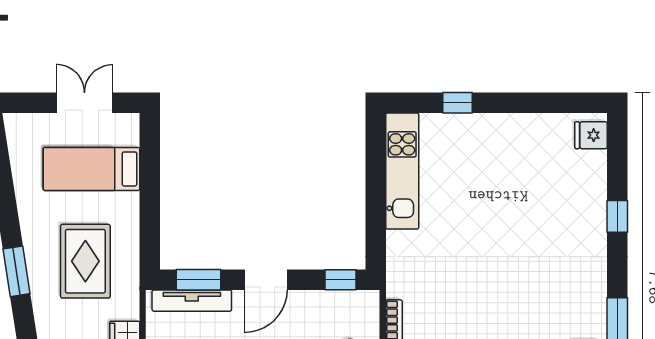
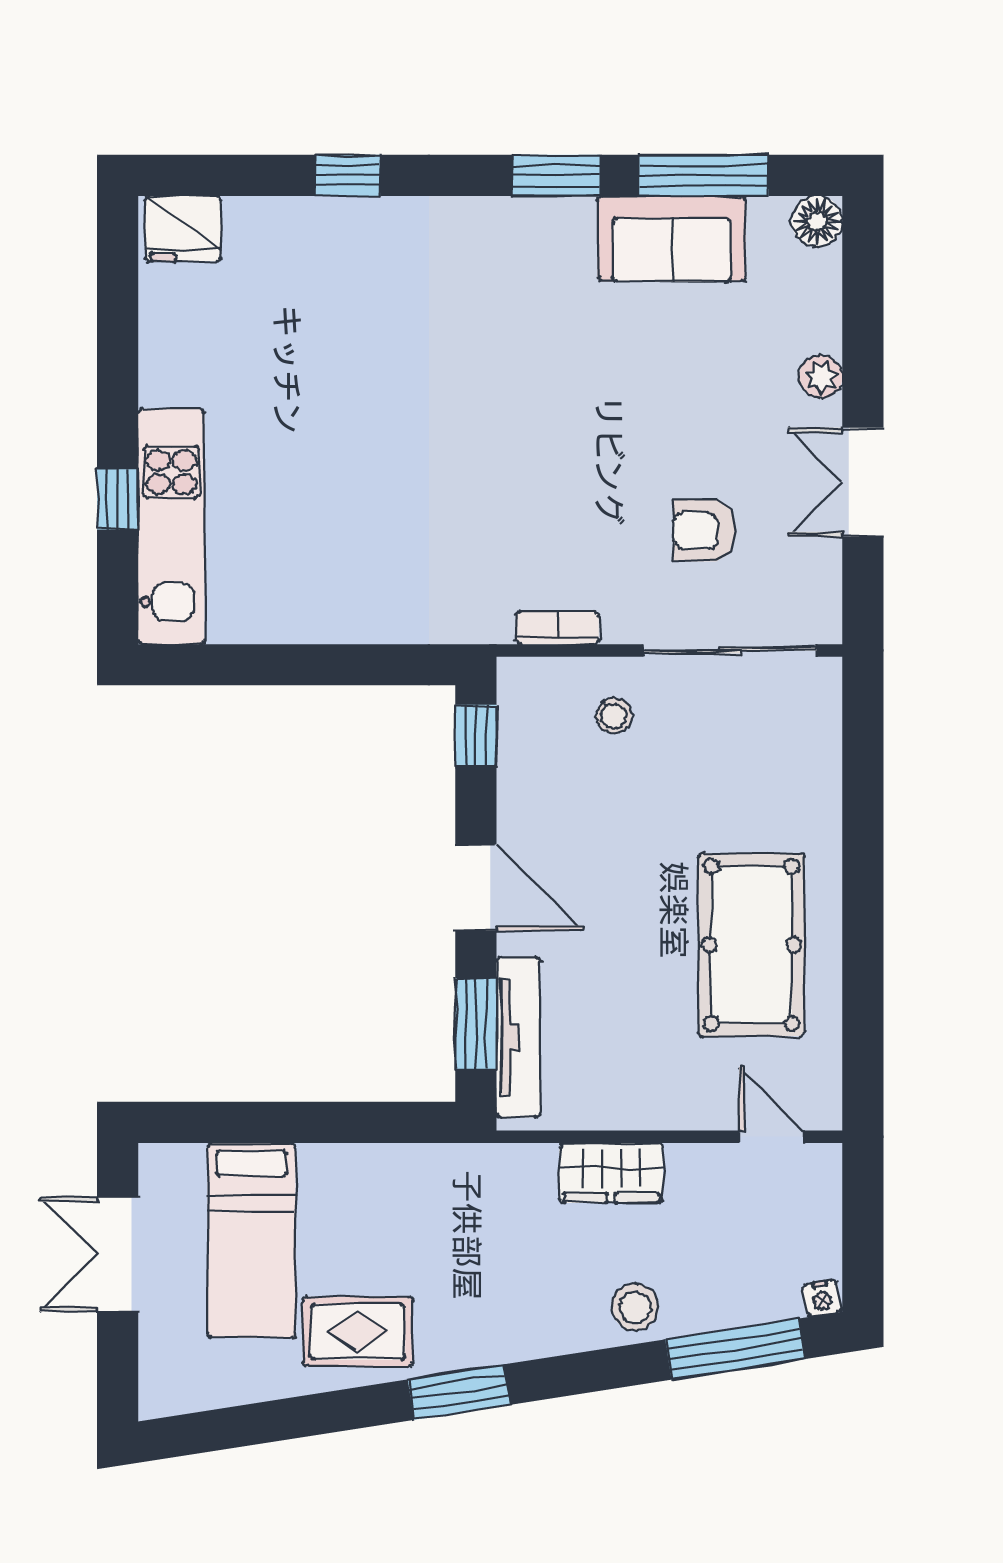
fridge: (591, 135) -> (183, 229), width x1.38
kitchen unit: (402, 171) -> (171, 527), moved, turned 90
rug: (85, 261) -> (358, 1332), moved, width x0.73, depth x0.70

